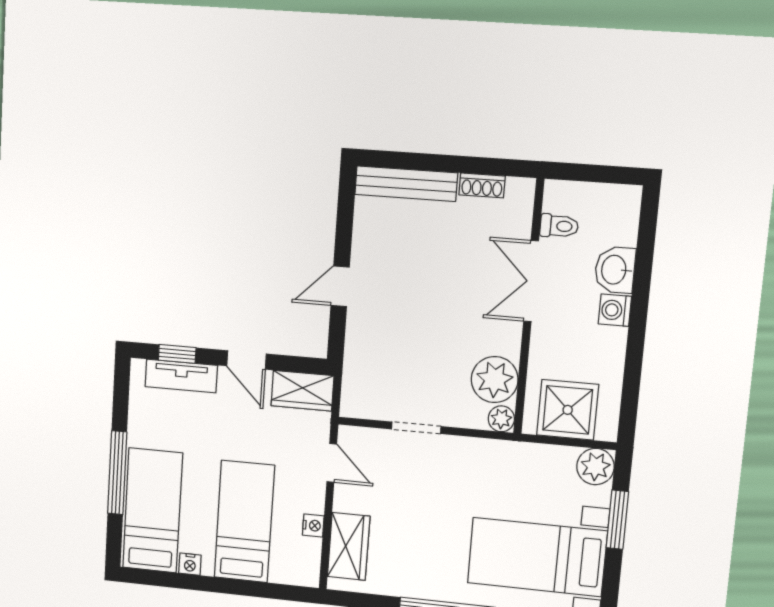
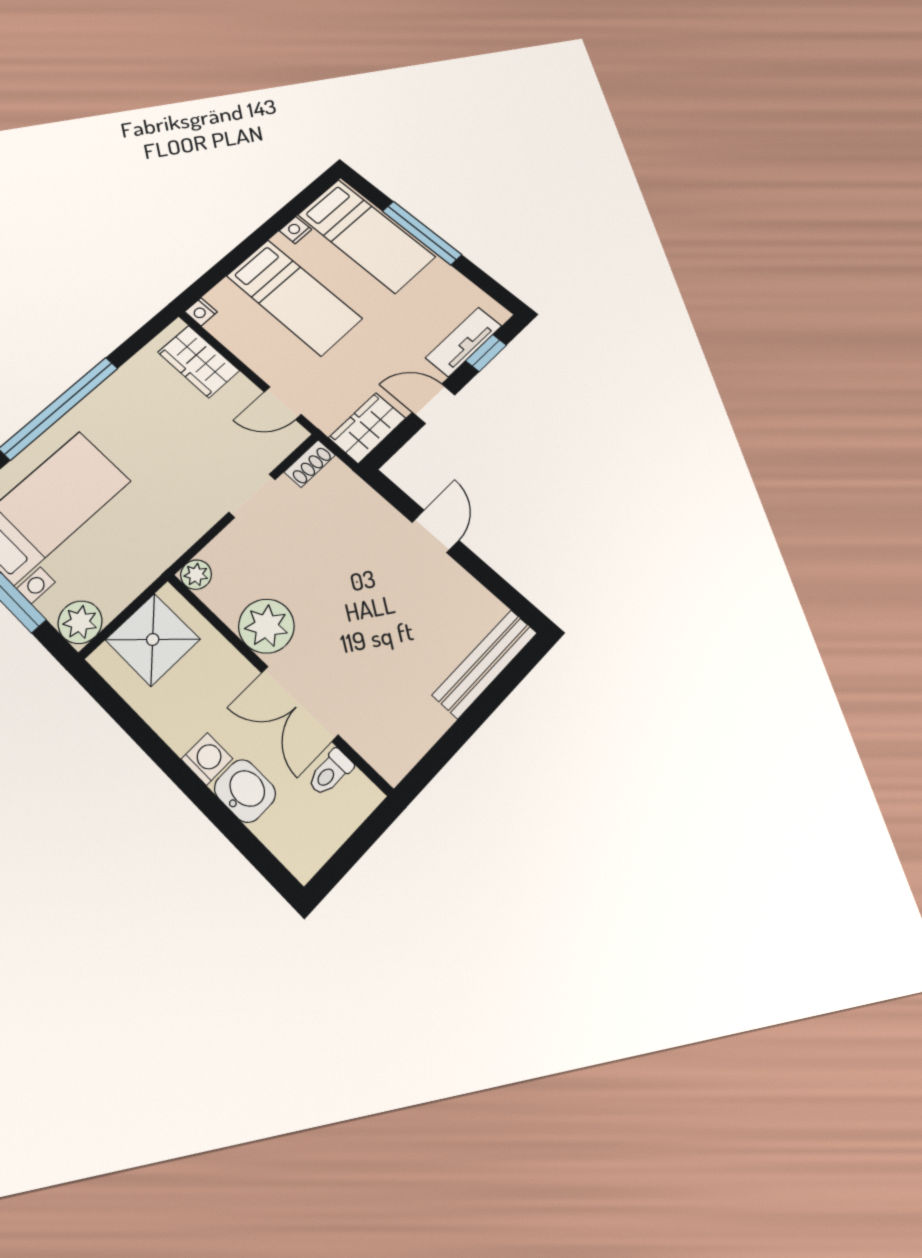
shoe rack: (482, 185) -> (310, 464), moved, turned 180
double door: (531, 281) -> (299, 704), swing flipped
plant: (495, 380) -> (266, 626), moved
nightstand: (313, 526) -> (201, 312), moved

